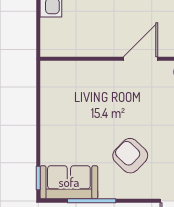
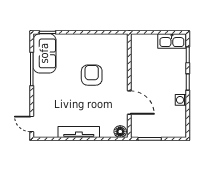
armchair: (130, 156) -> (92, 75), moved, turned -44

